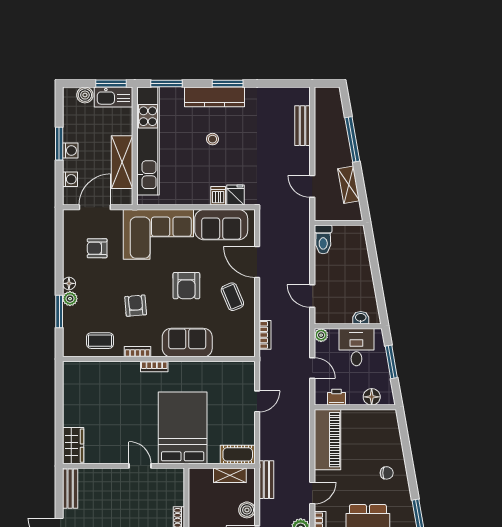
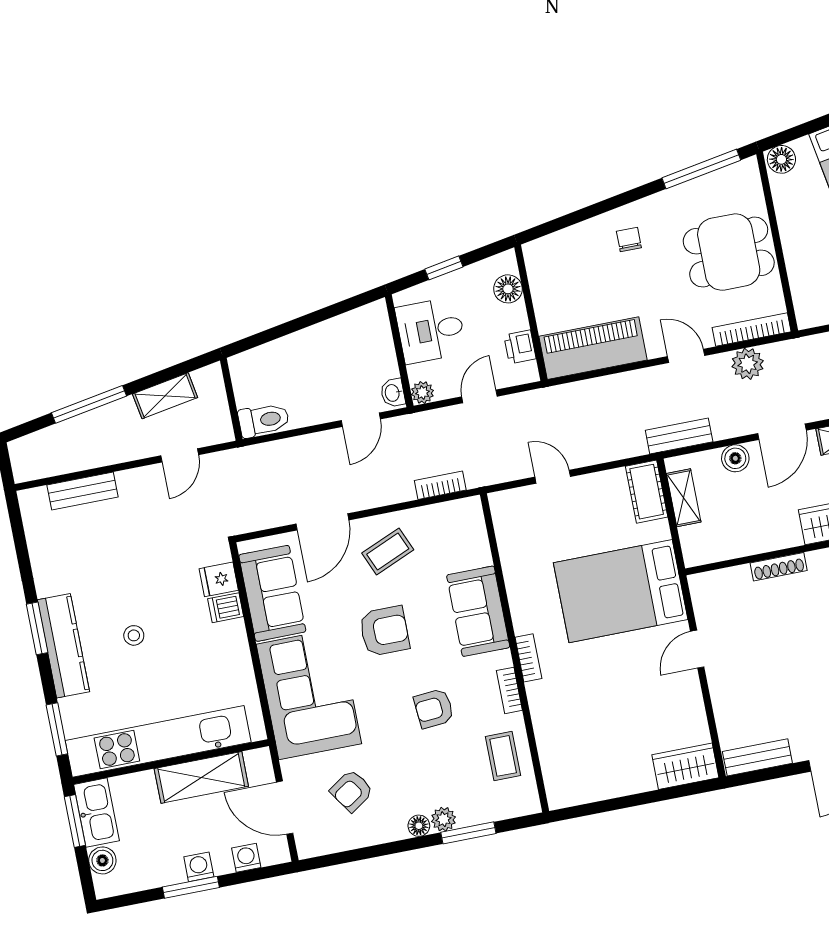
armchair: (97, 248) -> (352, 791), turned 56
washbasin: (361, 318) -> (393, 393), moved
window: (391, 362) -> (444, 268), width x0.67

